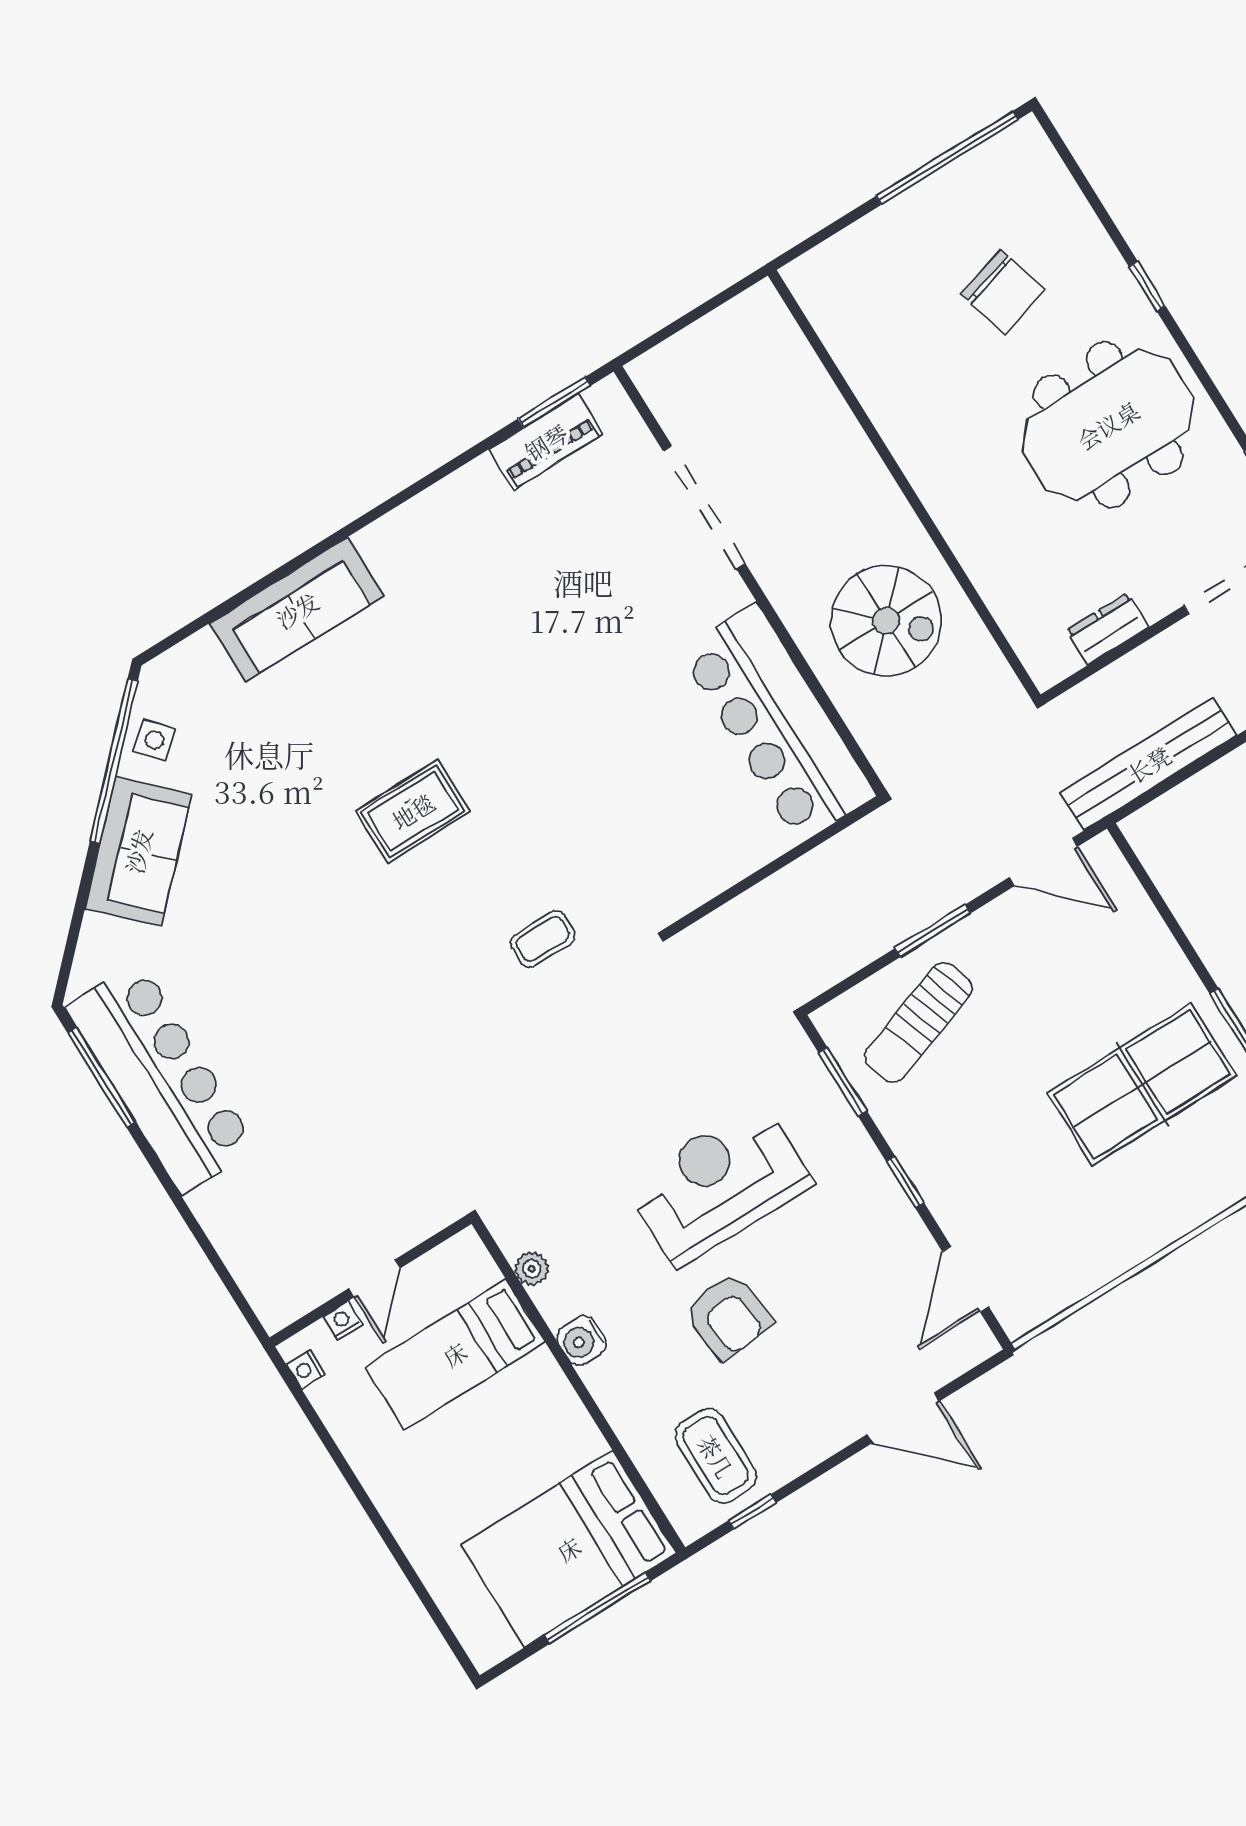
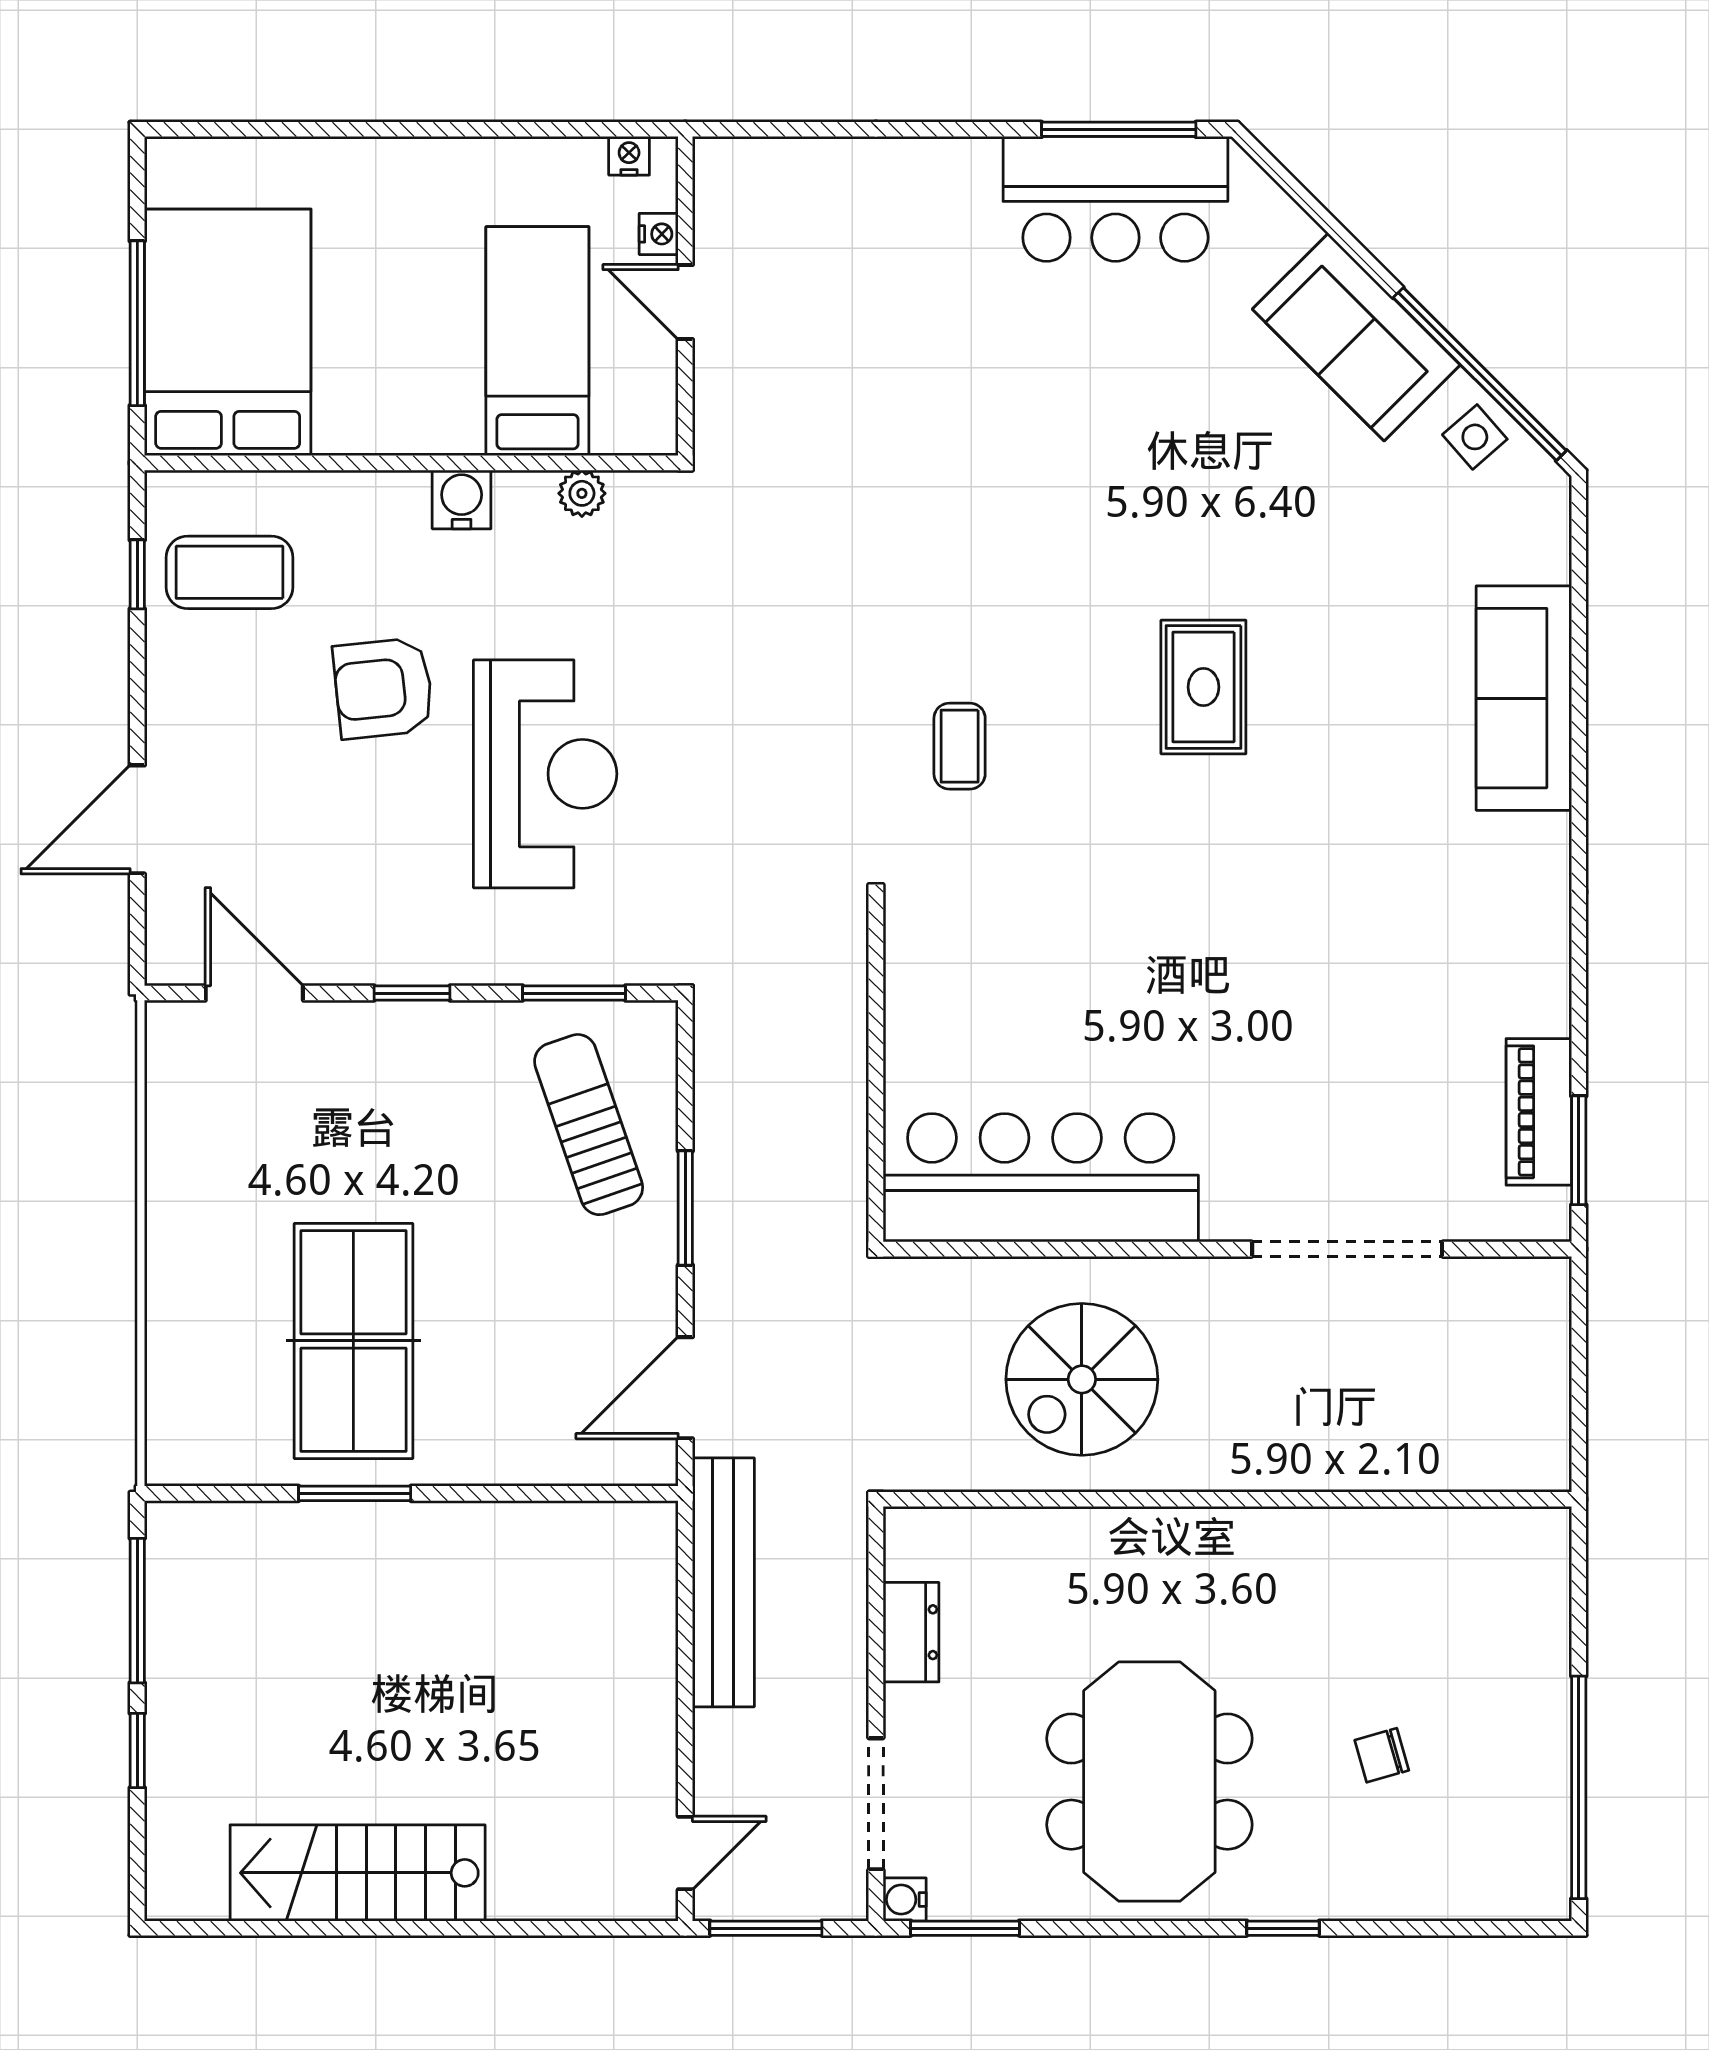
chair: (1003, 292) -> (1382, 1755), width x0.54, depth x0.54
bar counter: (161, 1078) -> (1115, 199), width x0.73

